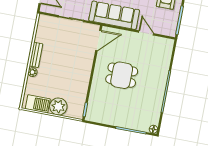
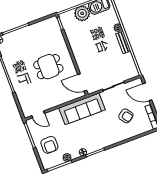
door: (146, 33) -> (38, 114), moved
door: (98, 40) -> (82, 82), hinge flipped

